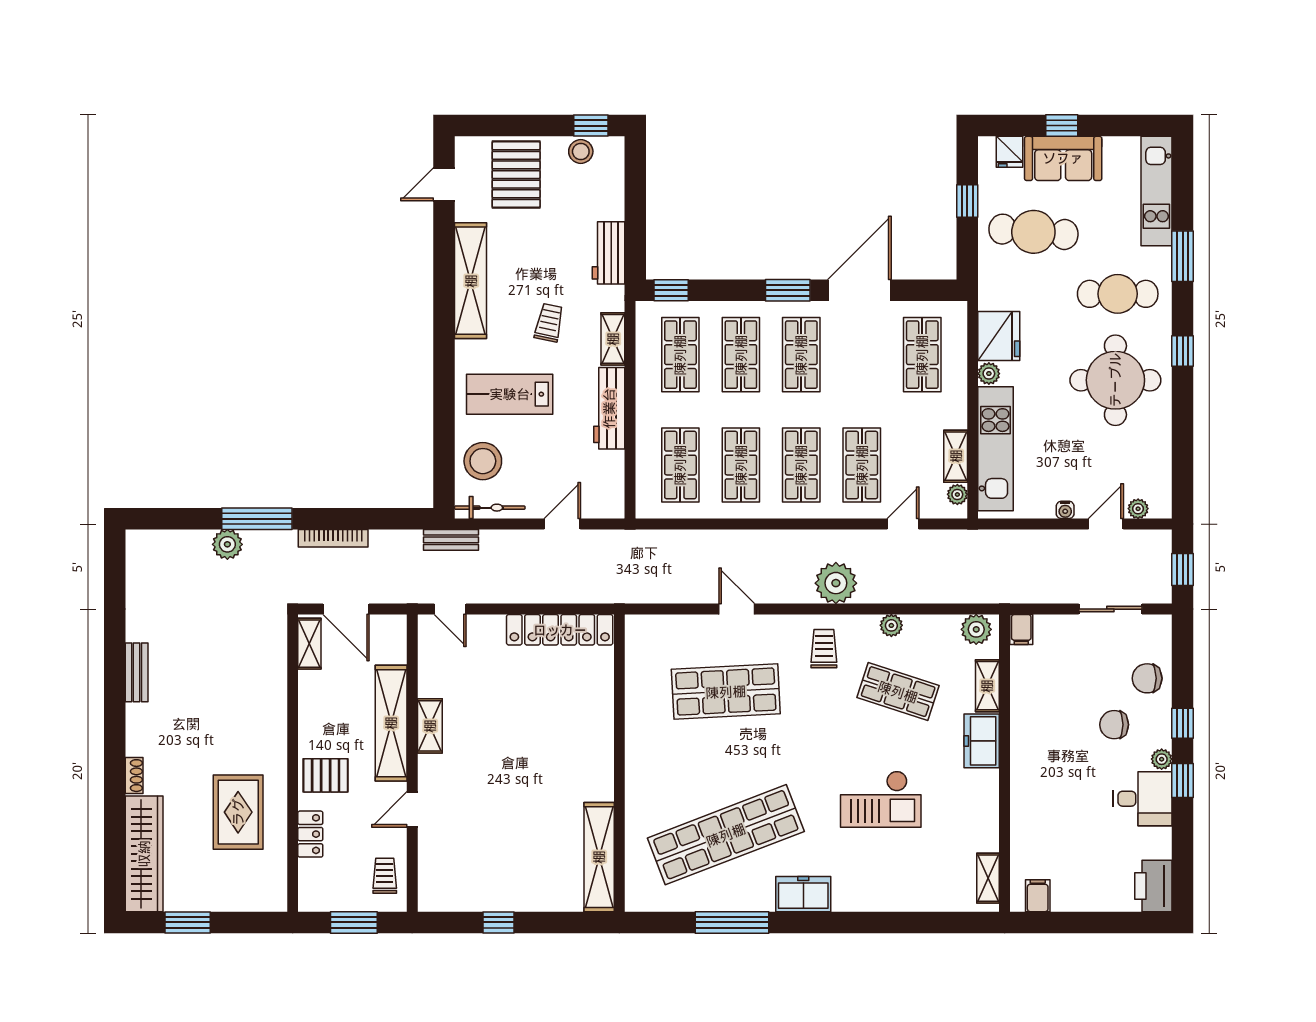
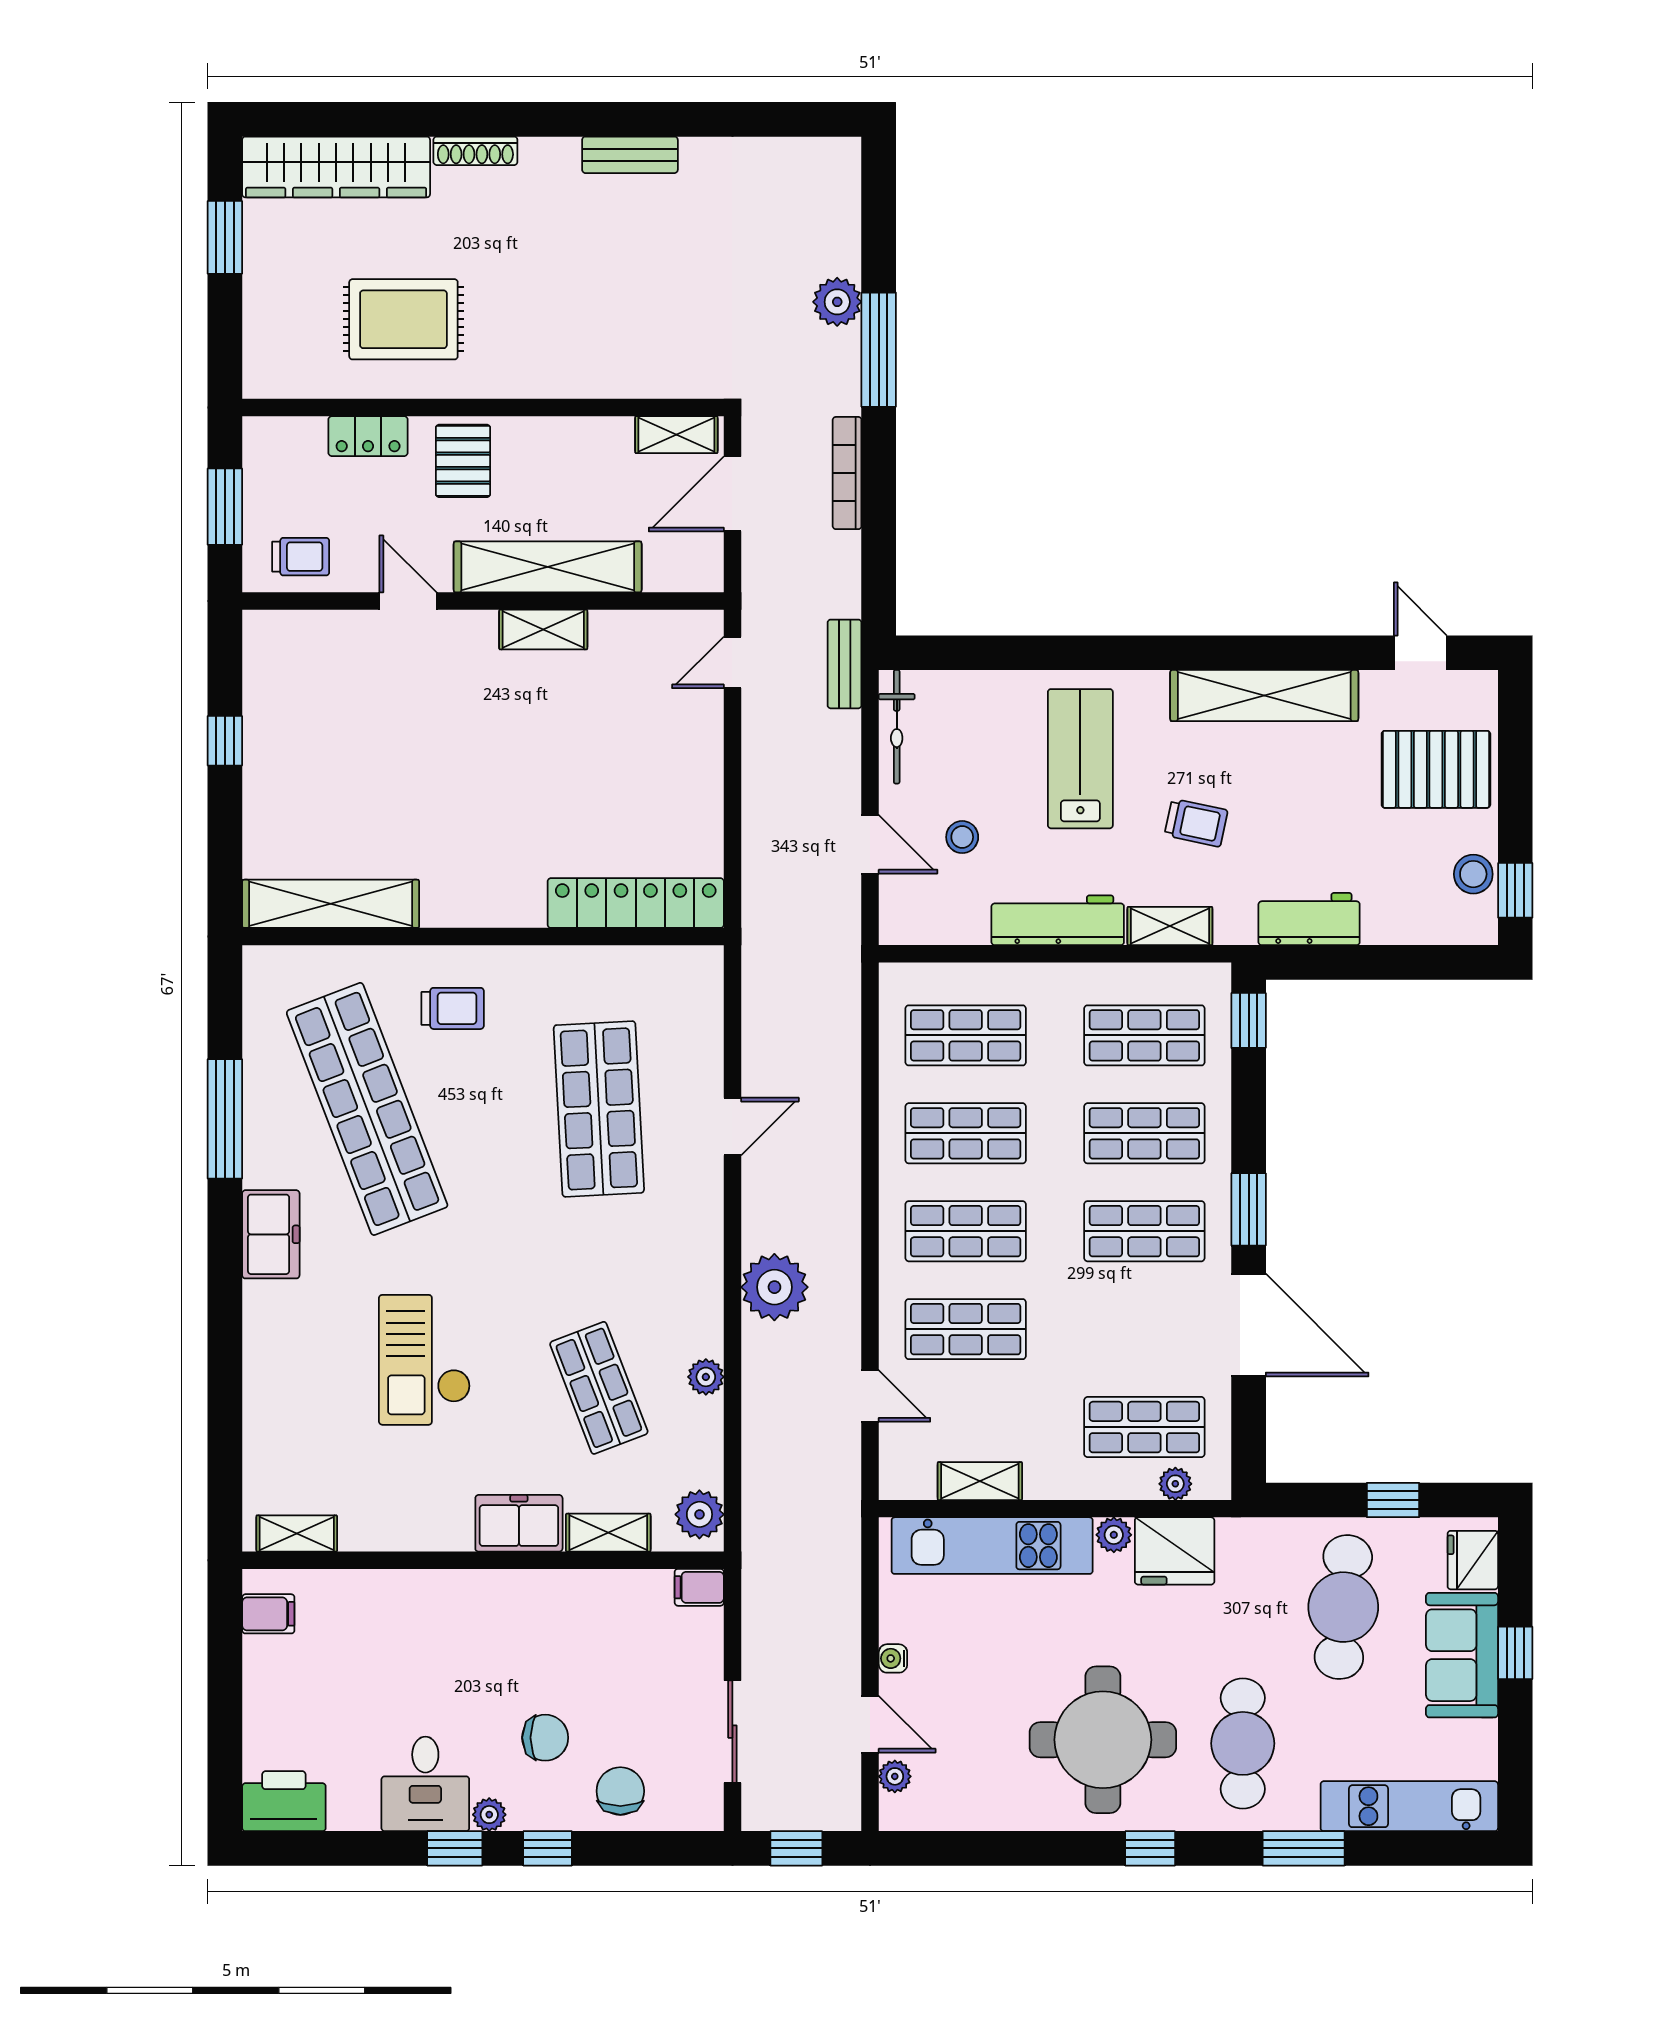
fridge: (1009, 152) -> (1473, 1560), width x1.38
stool: (483, 461) -> (962, 837), moved, width x0.53, depth x0.53
plant: (957, 494) -> (1175, 1484), moved
locker: (560, 630) -> (636, 903), moved, turned 90
trolley: (824, 649) -> (453, 1008), moved
shop shelf: (898, 692) -> (599, 1388), turned -39
chair: (1114, 725) -> (545, 1738), turned 90
shoe rack: (134, 776) -> (475, 151), width x1.43

